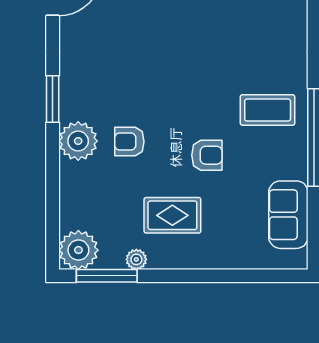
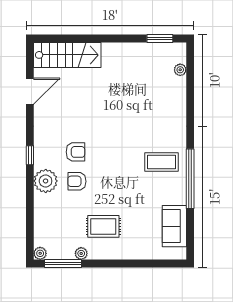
window: (53, 99) -> (30, 155), width x0.67
armchair: (207, 155) -> (75, 152), moved
plant: (78, 250) -> (40, 253), width x0.53, depth x0.53

